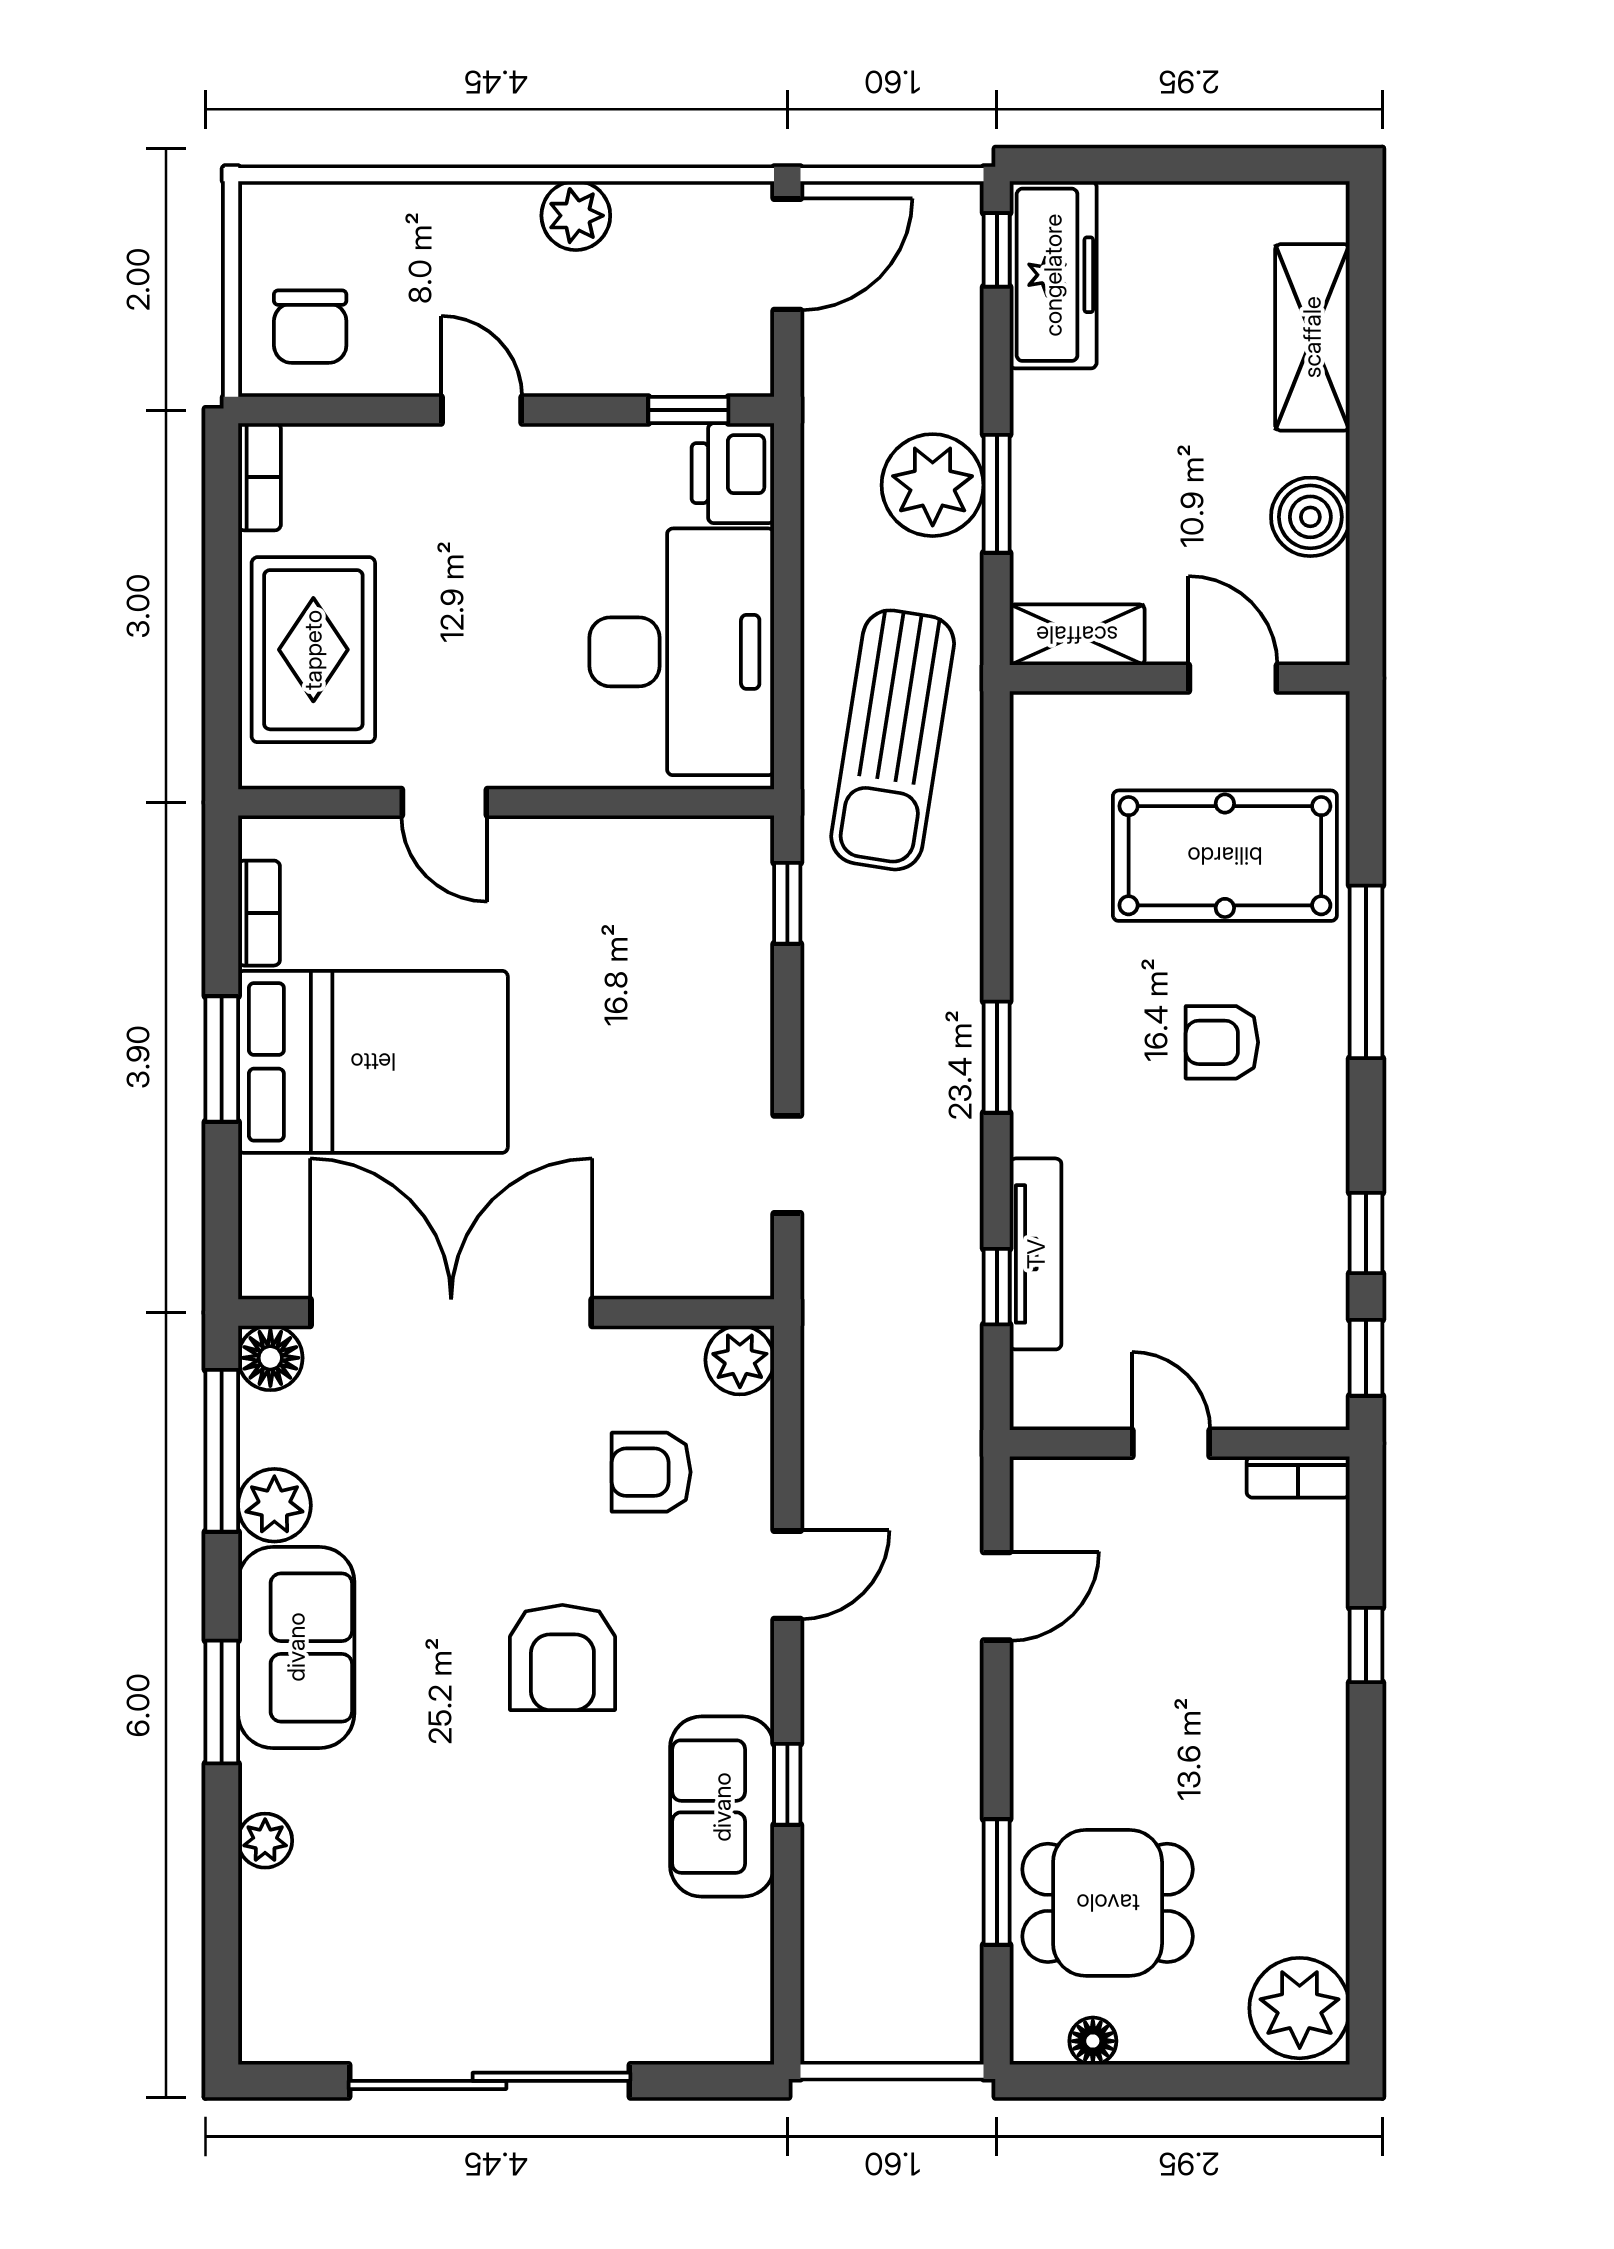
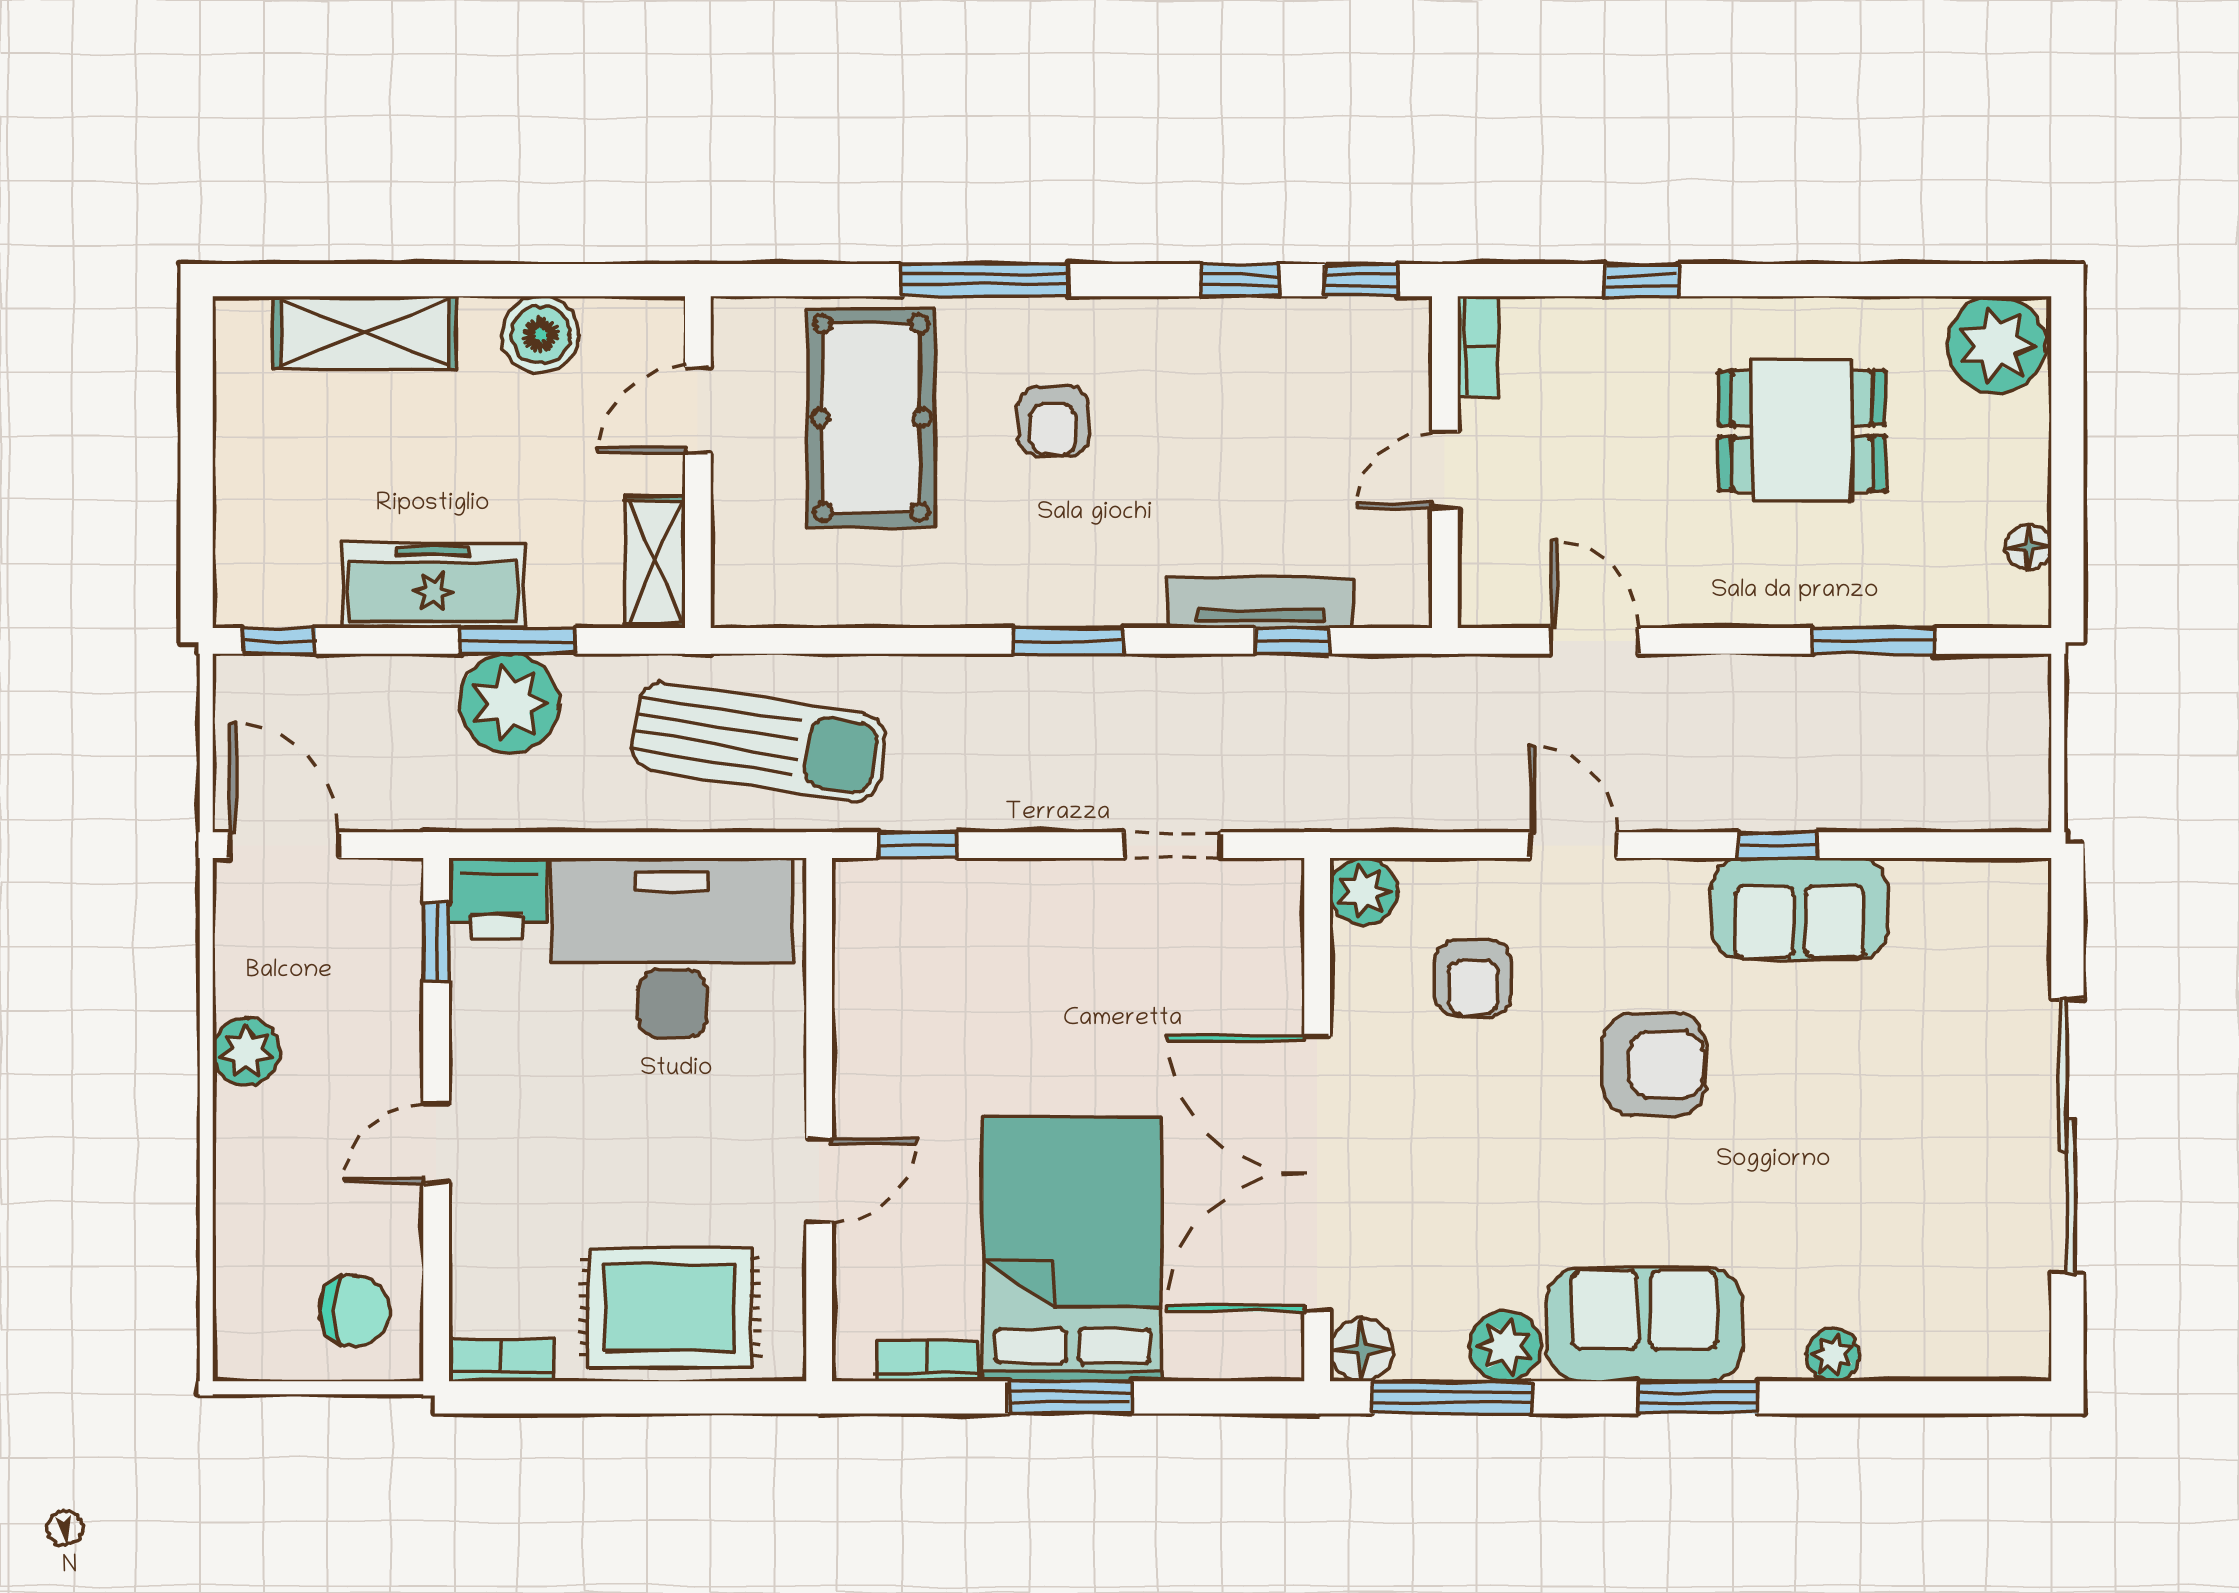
freezer: (1053, 275) -> (433, 586), moved
dining table: (1108, 1903) -> (1802, 431), moved, turned 90

